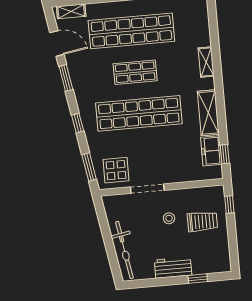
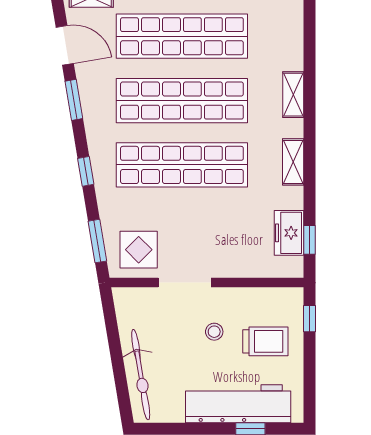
shop shelf: (135, 72) -> (182, 101), width x2.00, depth x1.36
shelving: (208, 113) -> (293, 162), width x0.67, depth x0.75
workbench: (173, 268) -> (238, 404), width x1.88, depth x1.32

